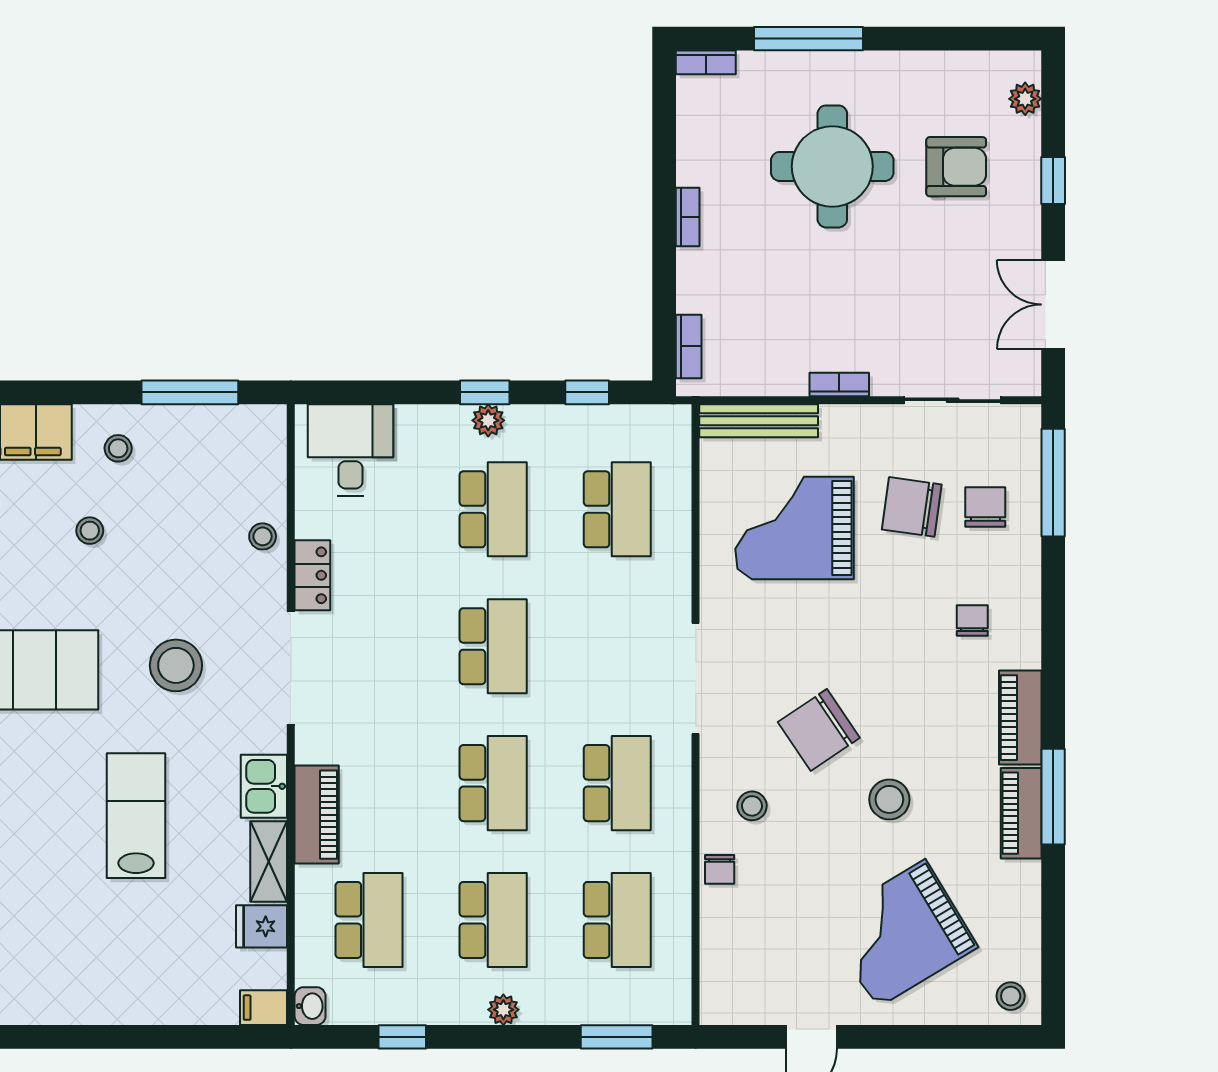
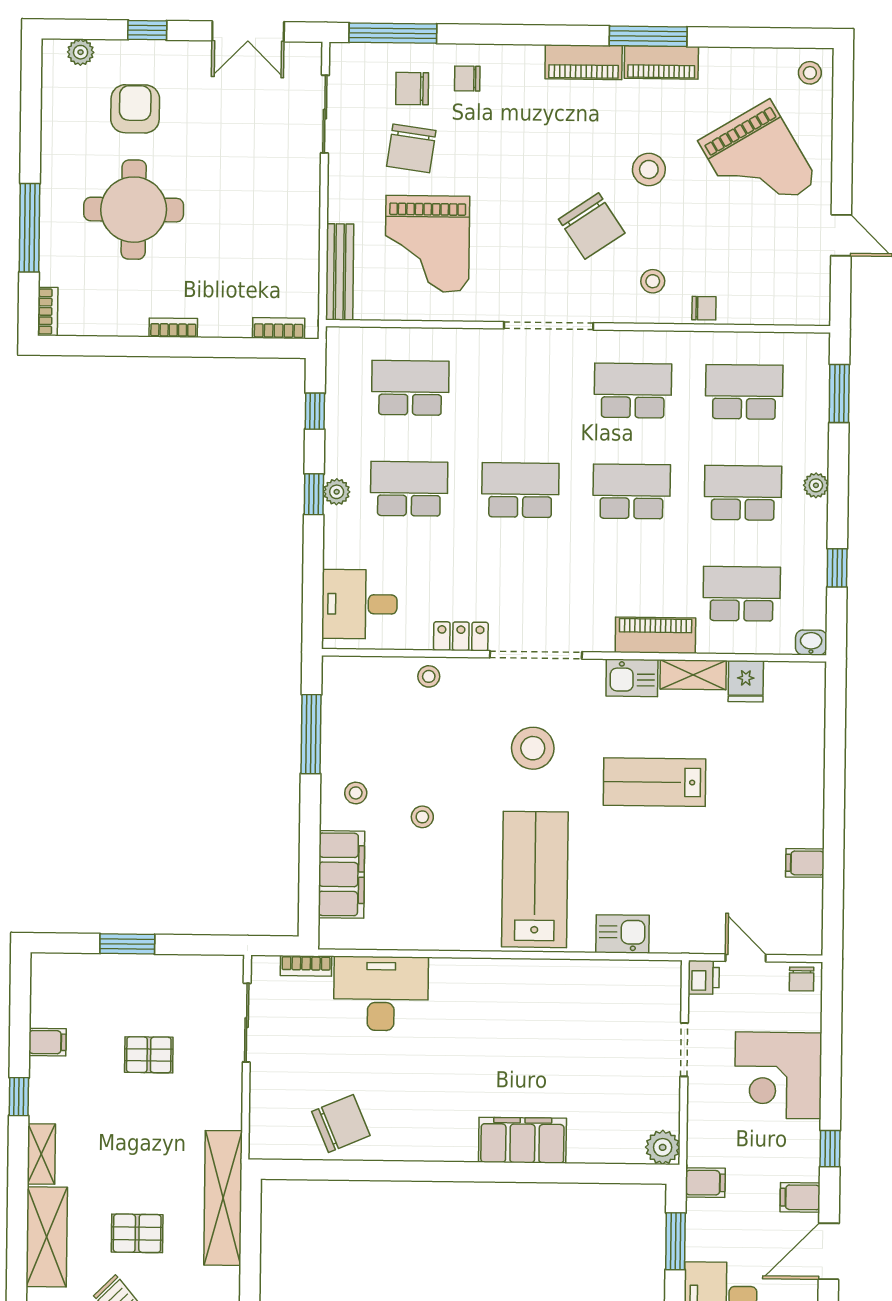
bookcase: (839, 384) -> (311, 206), removed
chair: (972, 620) -> (467, 79), moved
filing cabinet: (263, 1008) -> (805, 863), moved, turned 90

